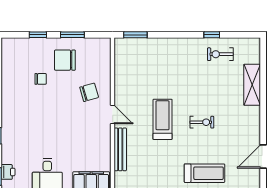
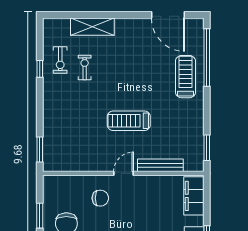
chair: (89, 92) -> (100, 198), turned 106
exercise bike: (202, 122) -> (85, 67), moved
door: (263, 157) -> (168, 15), width x1.36

